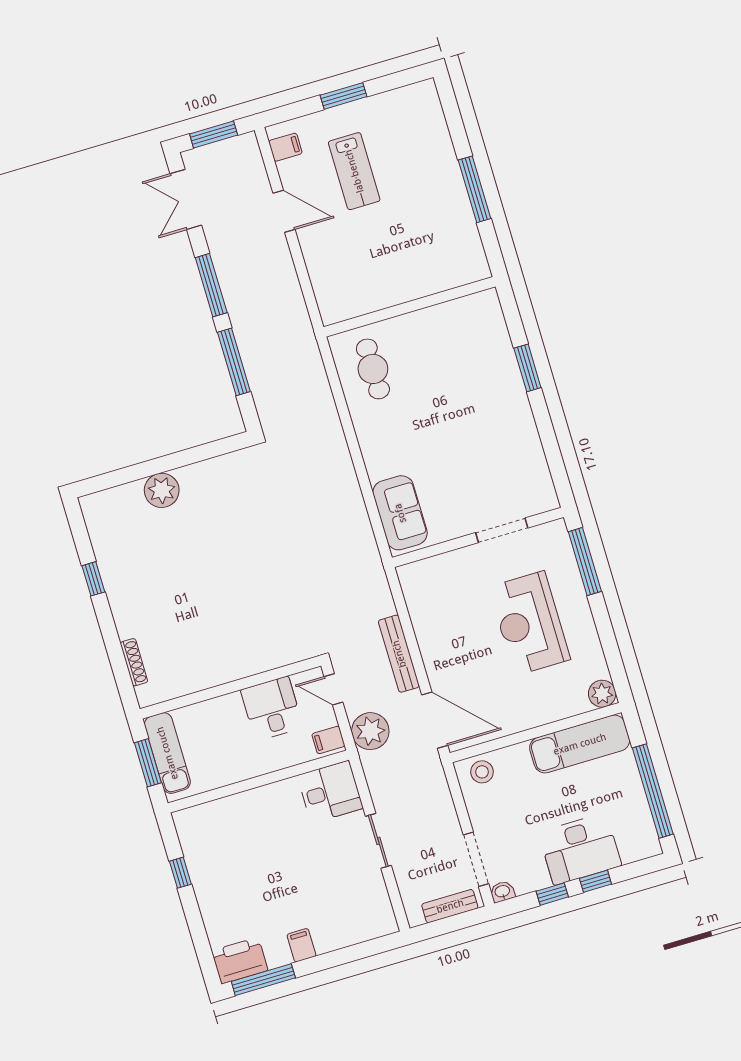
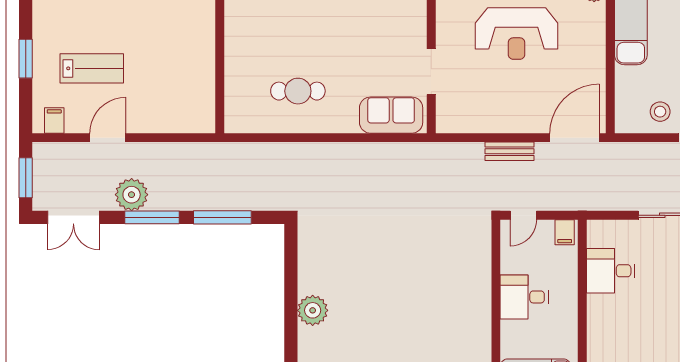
cafe table: (373, 369) -> (298, 91), moved
doorway: (502, 530) -> (431, 72), moved
bench: (399, 654) -> (510, 151), width x0.73
desk: (272, 709) -> (524, 297), moved
plant: (370, 731) -> (132, 195), moved
stool: (482, 772) -> (660, 112), moved
desk: (330, 792) -> (611, 271), moved, turned -90

